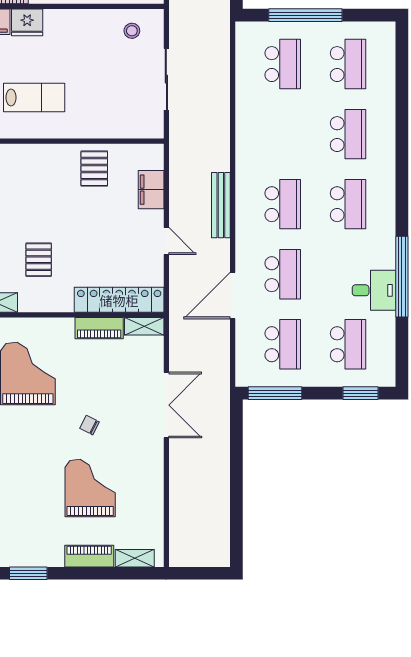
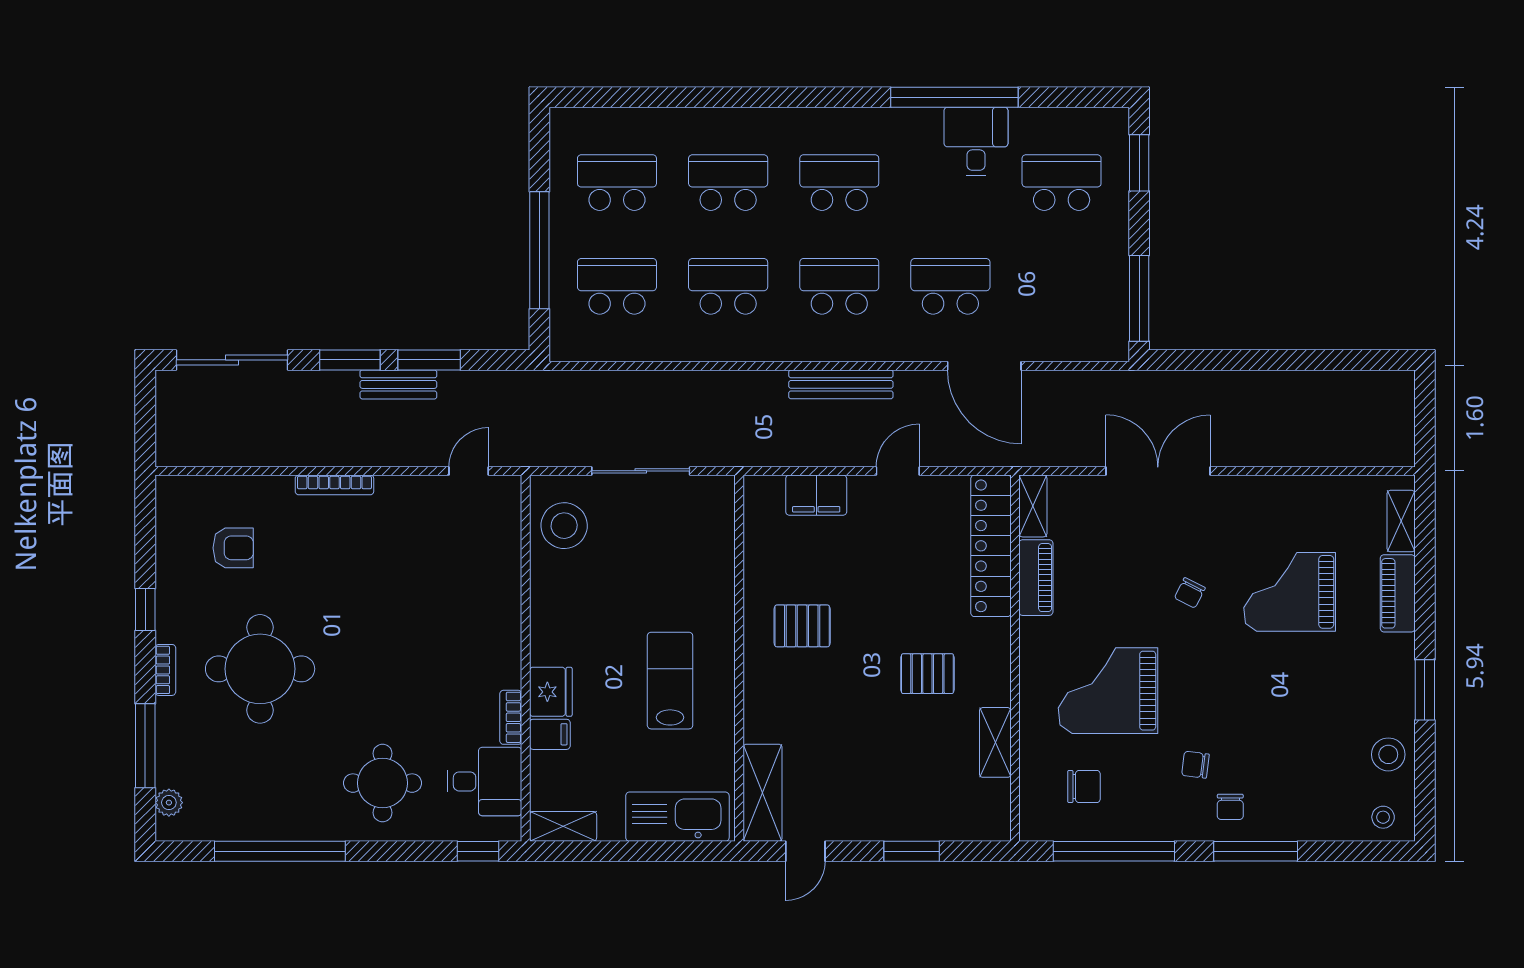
stool: (132, 31) -> (564, 526), width x1.89, depth x1.89
pallet: (94, 169) -> (802, 626), moved
school desk: (283, 344) -> (728, 286), moved

